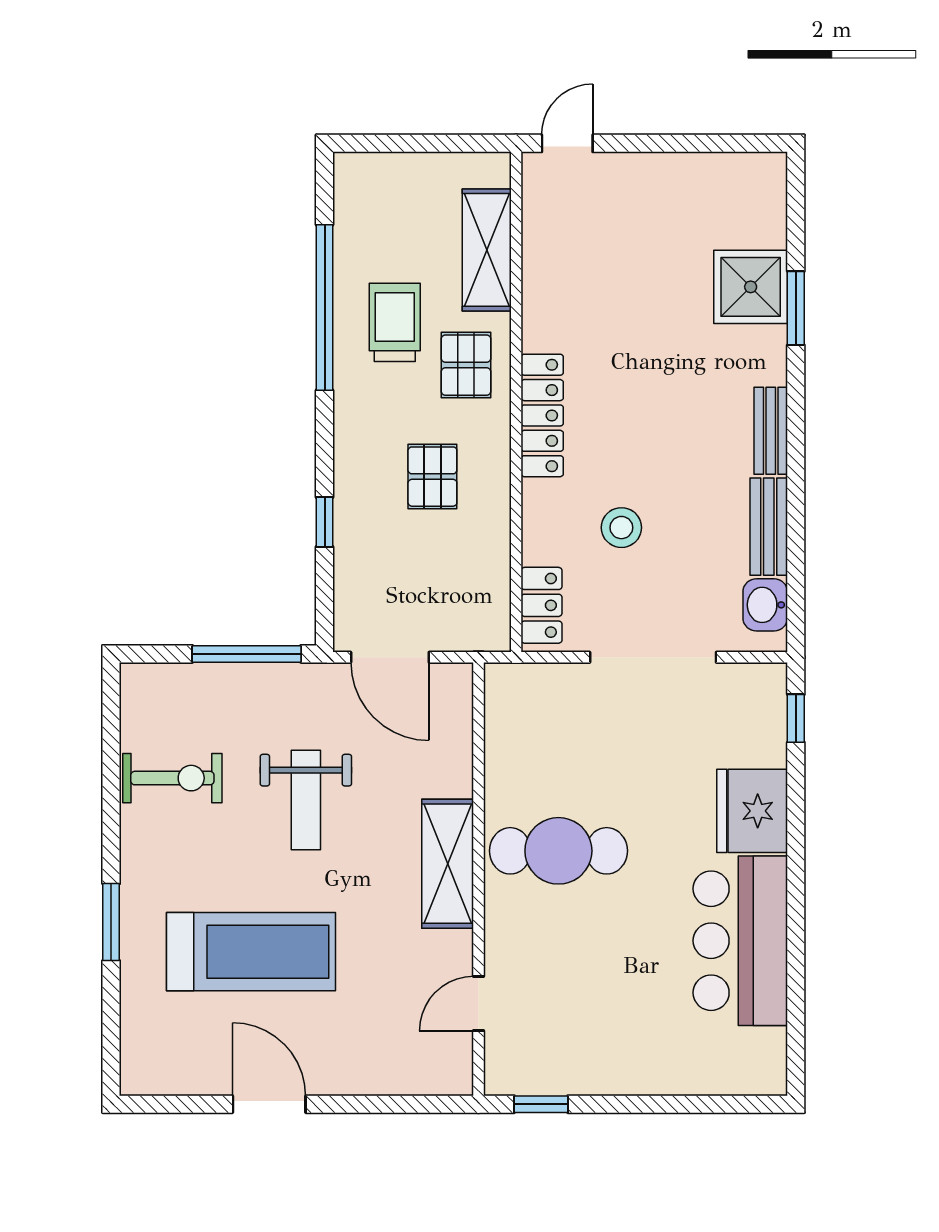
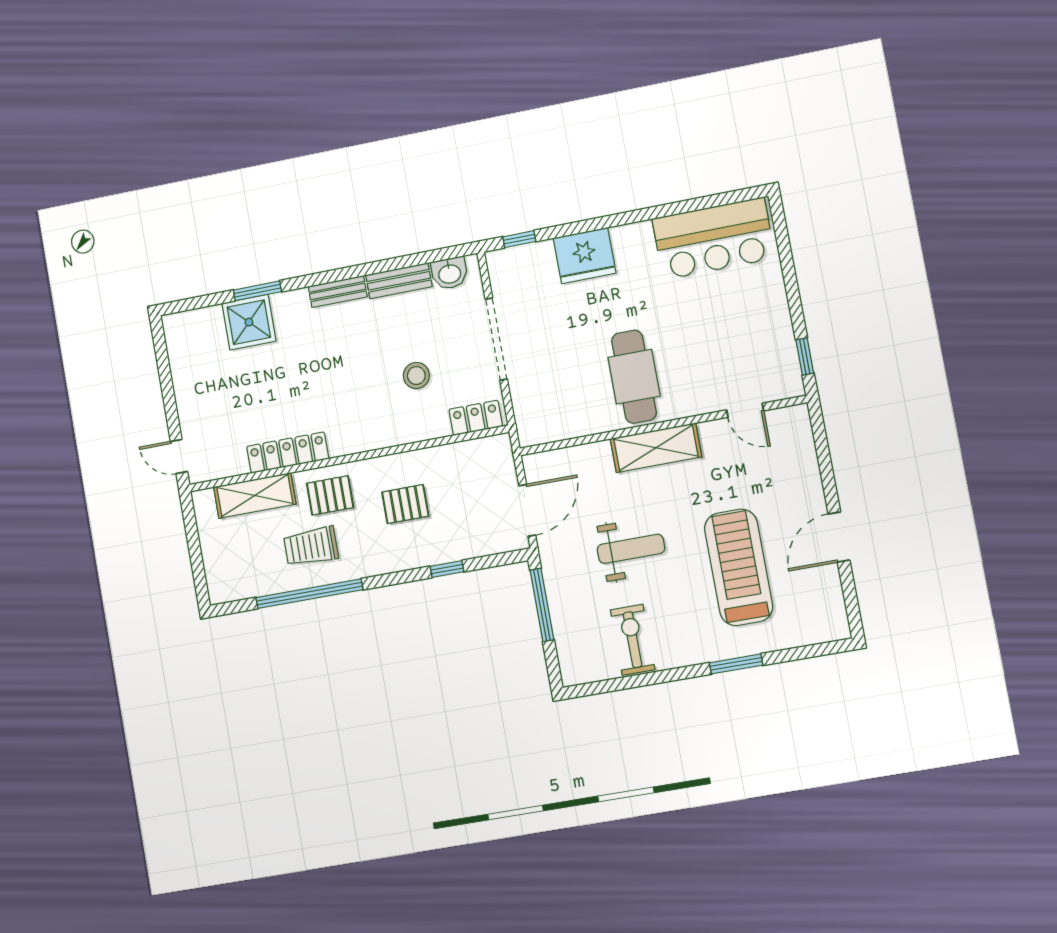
locker: (542, 415) -> (288, 453), moved
bar counter: (740, 941) -> (713, 238), moved

